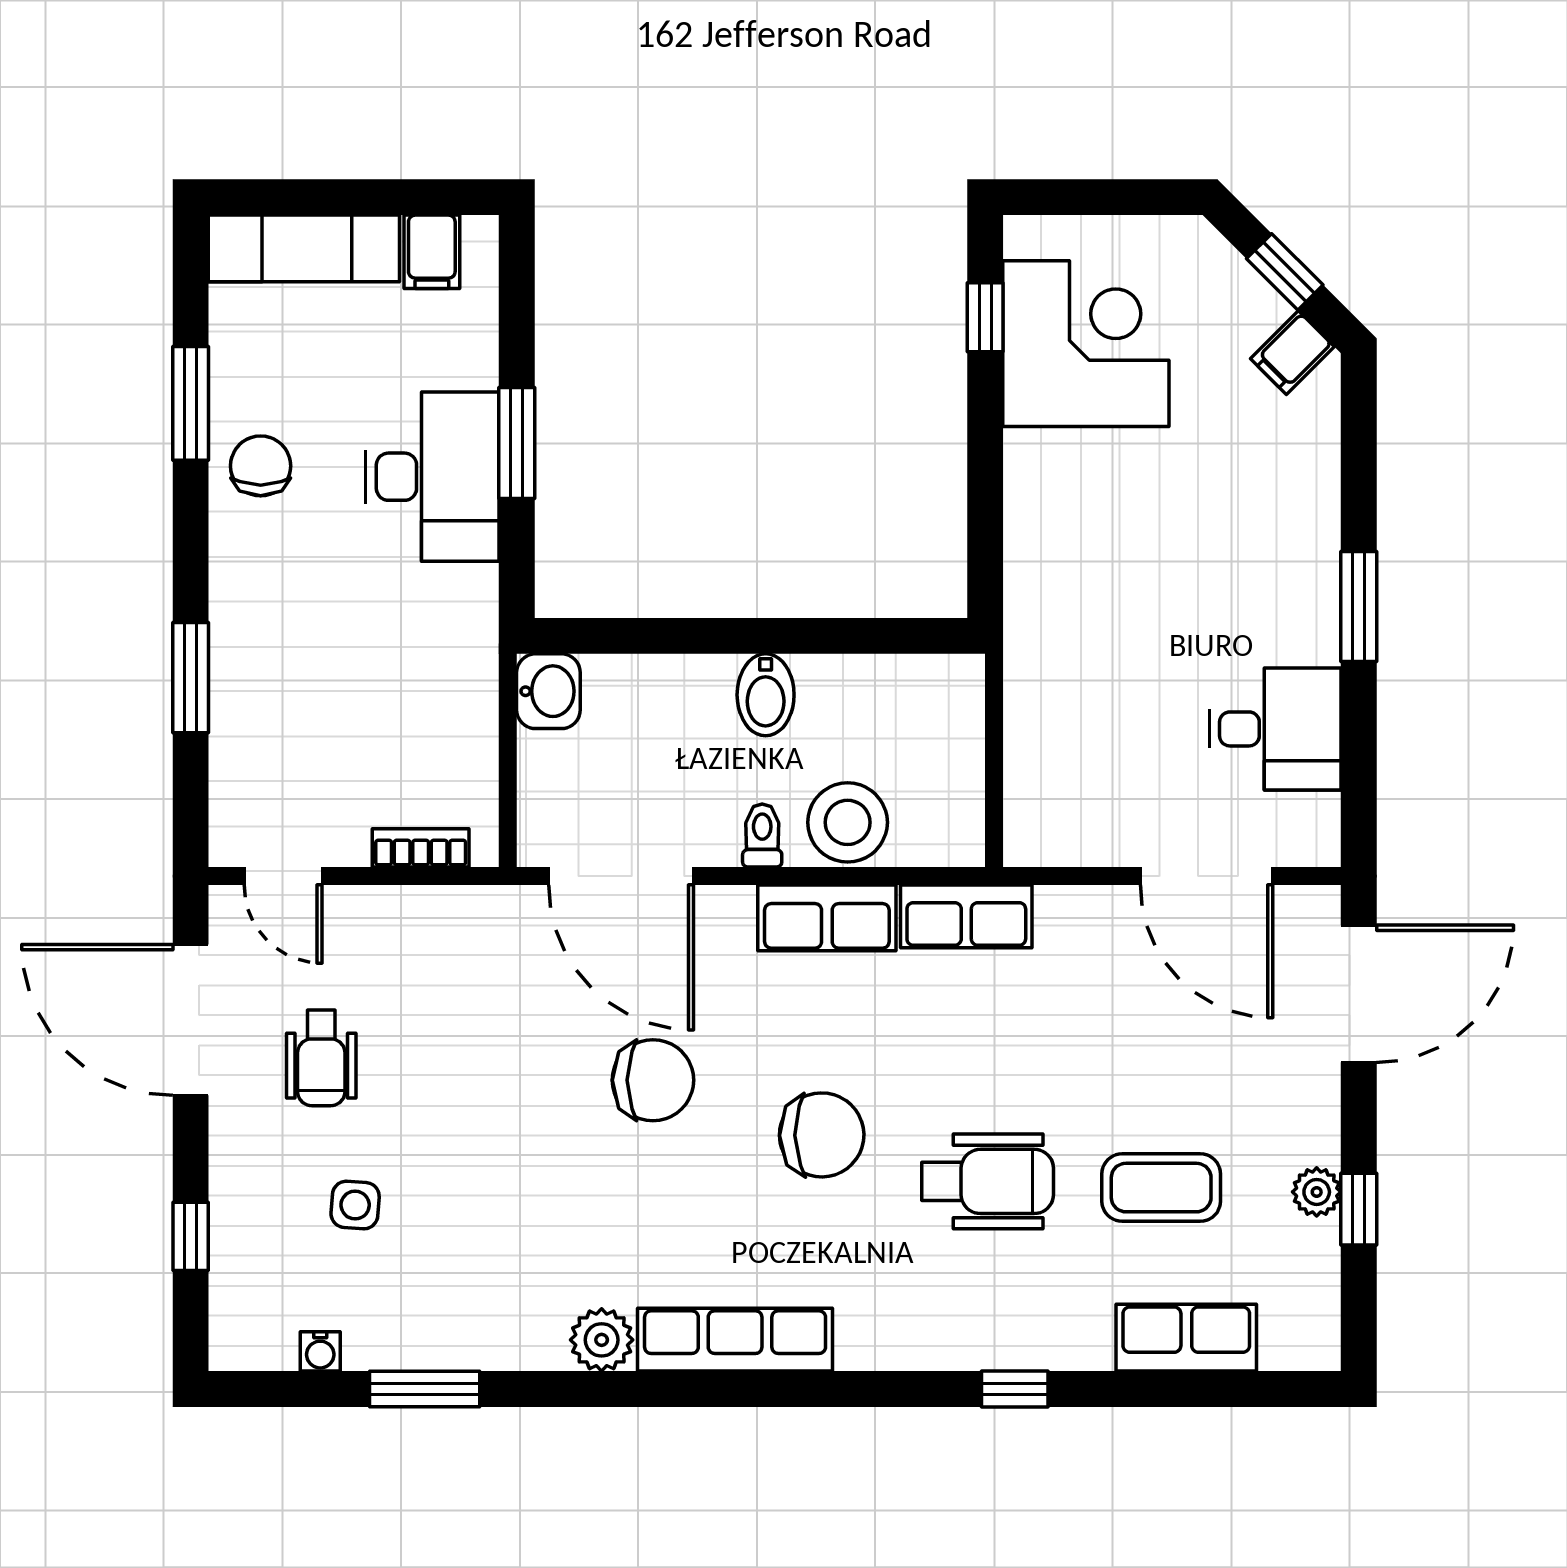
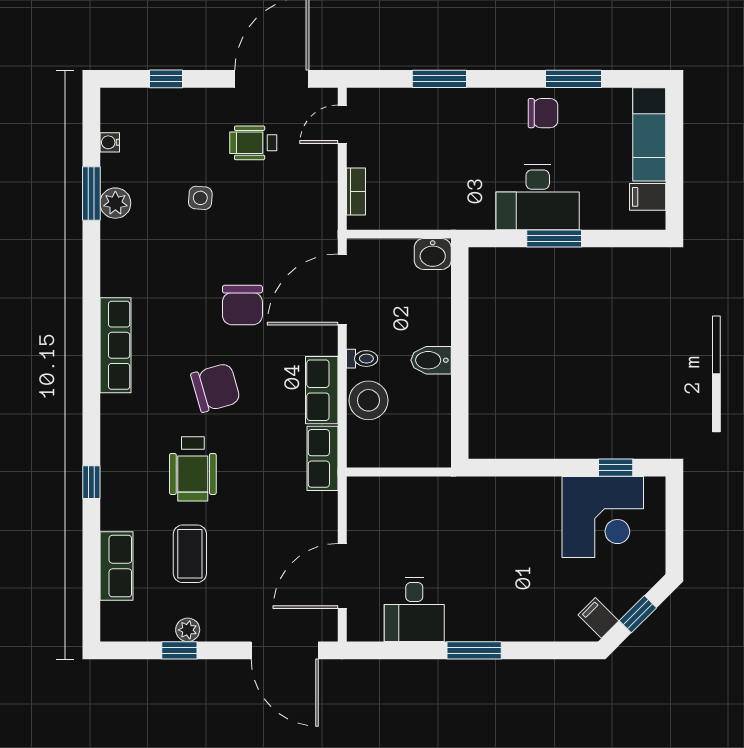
chair: (822, 1135) -> (216, 388), turned -105
side table: (355, 1205) -> (200, 198), moved
plant: (602, 1340) -> (115, 203), moved

